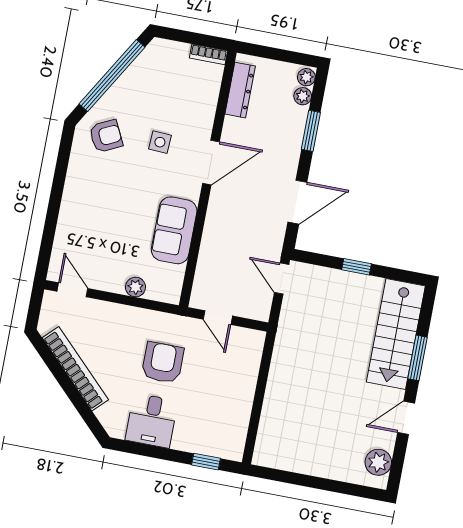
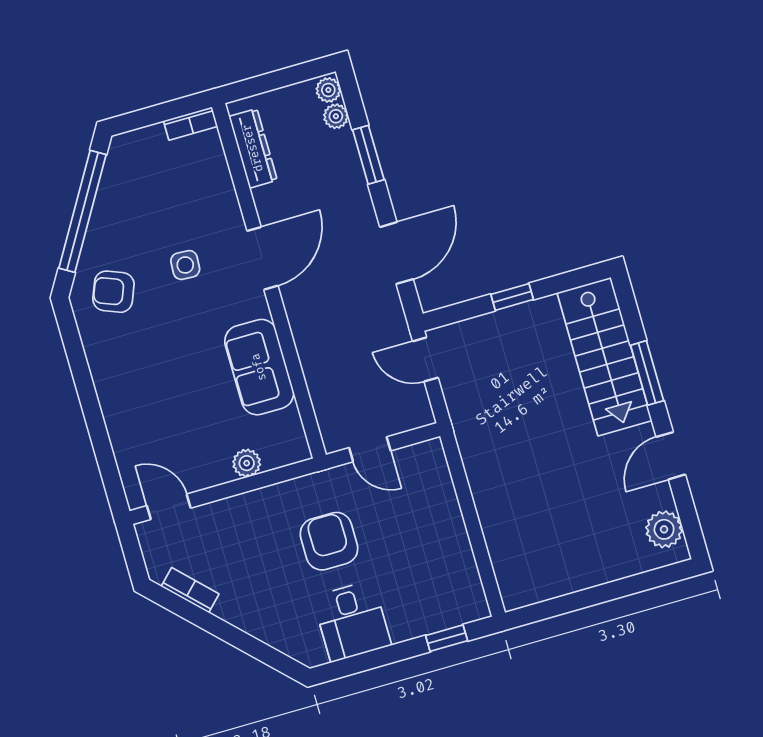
armchair: (106, 136) -> (113, 292), turned -132
bookcase: (75, 369) -> (190, 590), width x0.43, depth x0.76

